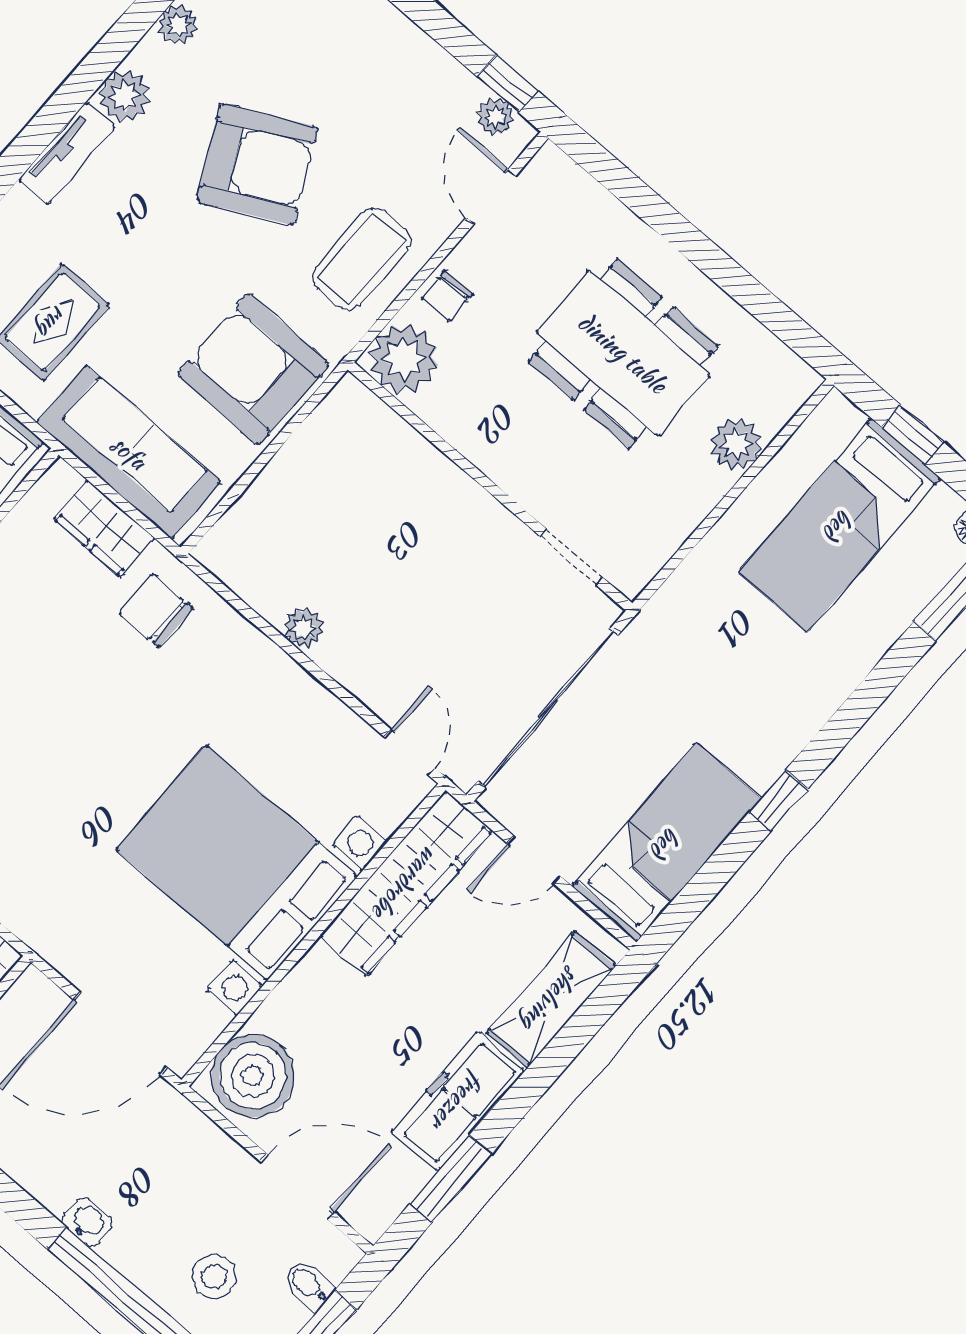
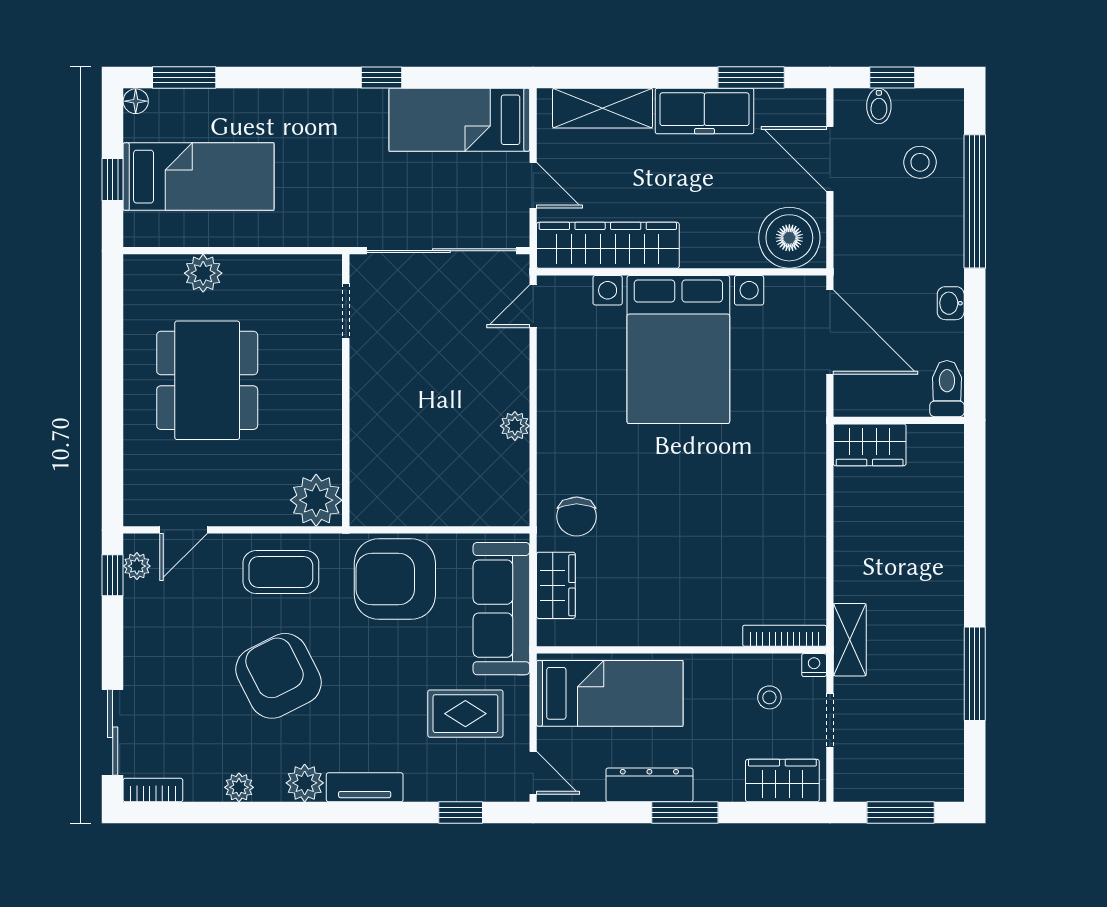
chair: (447, 296) -> (260, 506), removed
armchair: (253, 369) -> (395, 579), turned 90
washbasin: (88, 1222) -> (951, 303), moved

